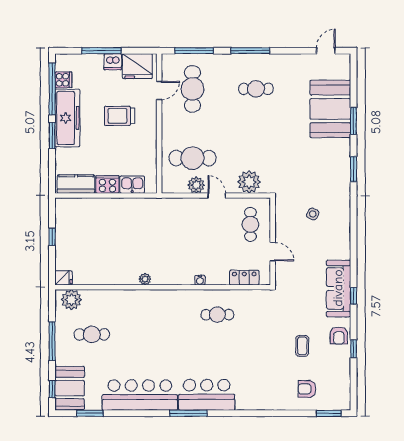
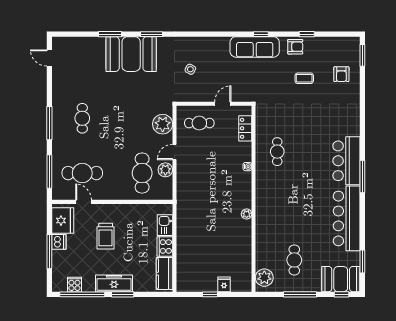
booth: (330, 109) -> (131, 54), moved
freezer: (67, 118) -> (114, 283), width x0.73, depth x0.79
fridge: (64, 278) -> (224, 284), moved

